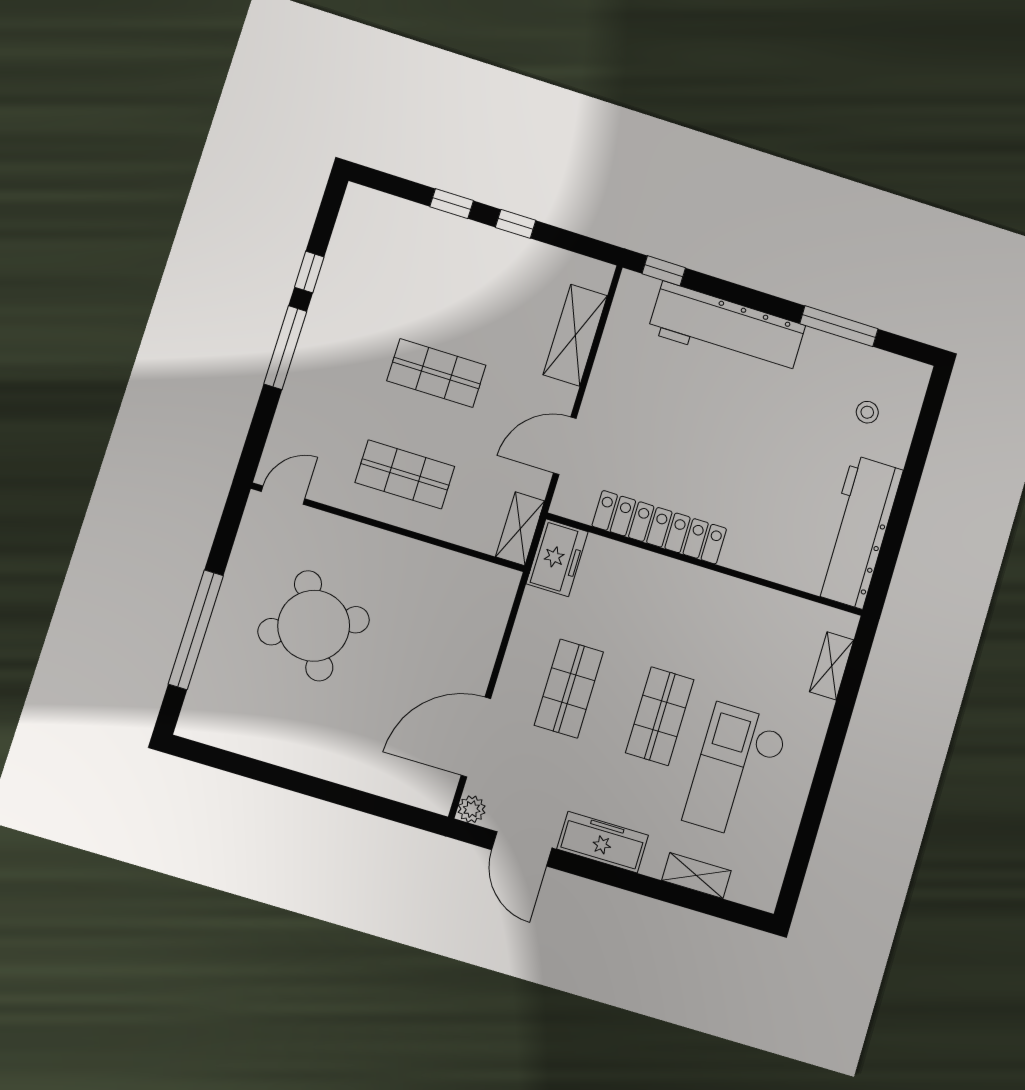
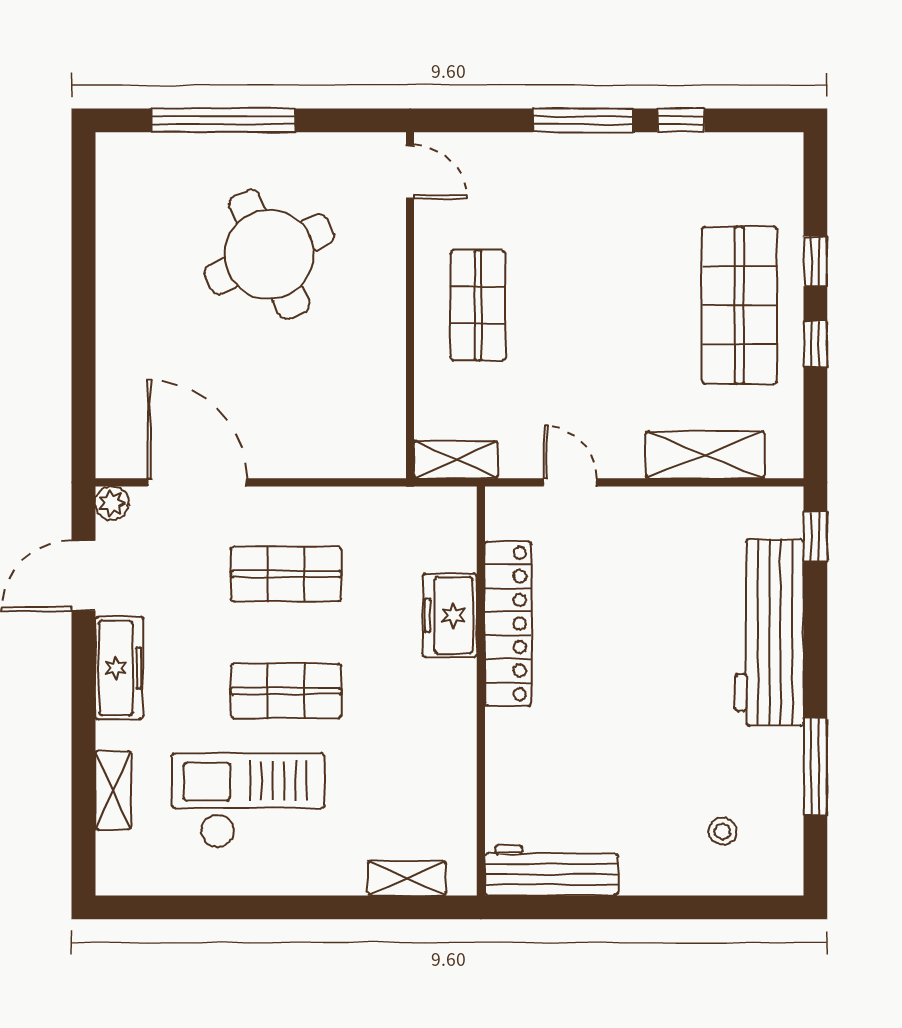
shop shelf: (436, 373) -> (740, 305), moved, width x1.43, depth x1.36
door: (565, 446) -> (570, 482), width x0.73
workbench: (858, 532) -> (551, 871), width x0.73, depth x0.76
freezer: (557, 558) -> (450, 615), moved, turned 90

